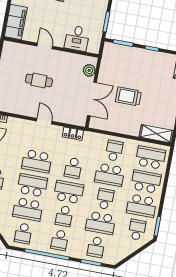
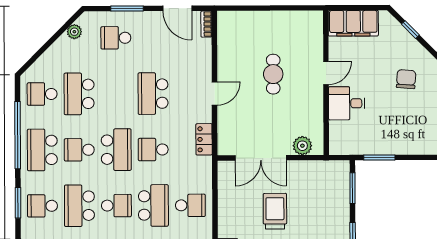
desk: (77, 38) -> (347, 103), moved
school desk: (110, 175) -> (153, 205), turned 180
school desk: (32, 185) -> (116, 94), removed
school desk: (60, 240) -> (42, 150), width x1.85

